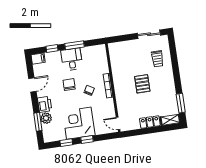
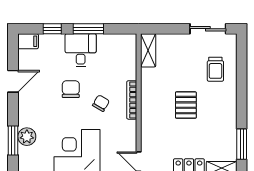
shelving: (114, 53) -> (148, 50), added
printer: (45, 104) -> (28, 115), removed

